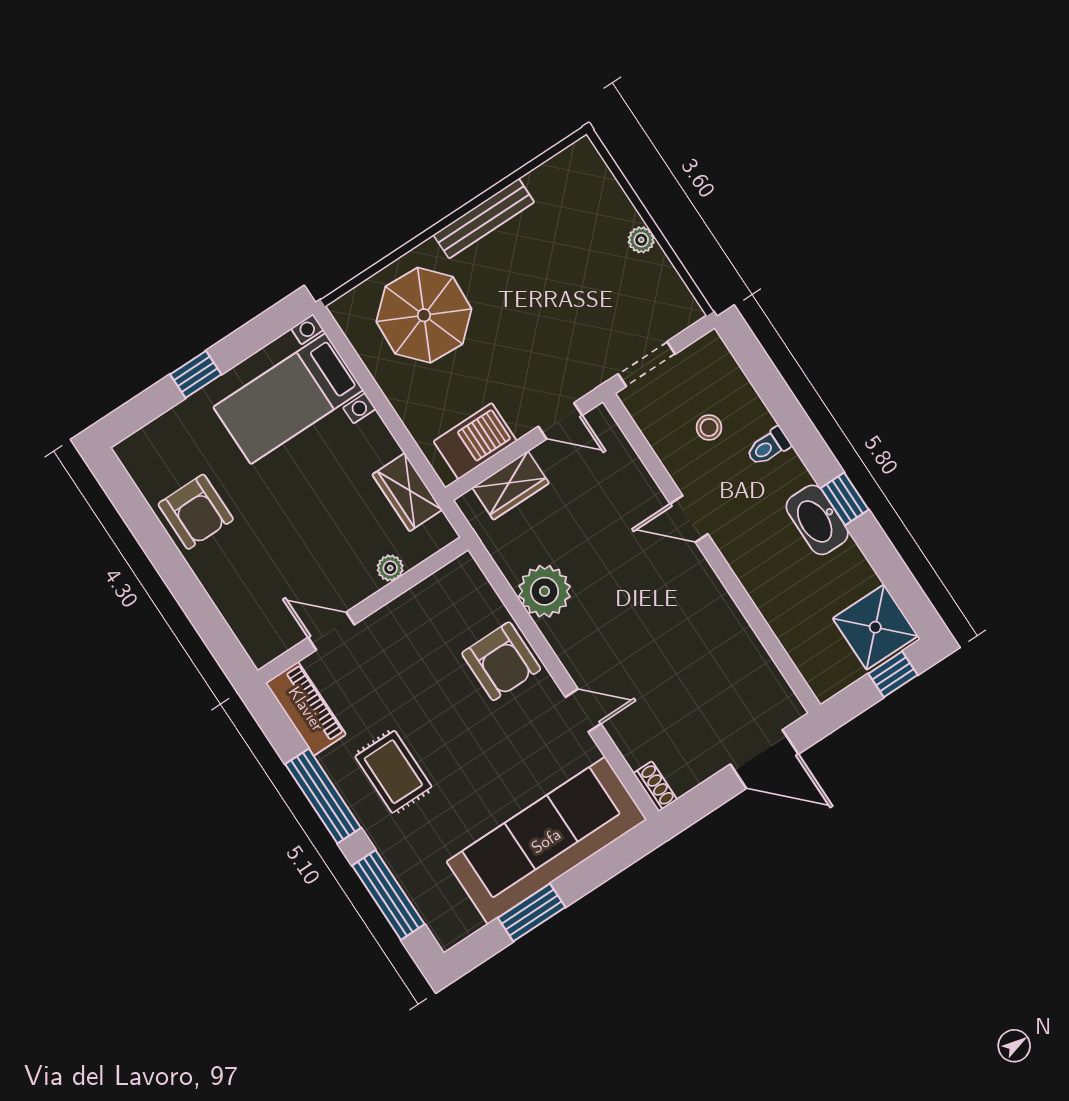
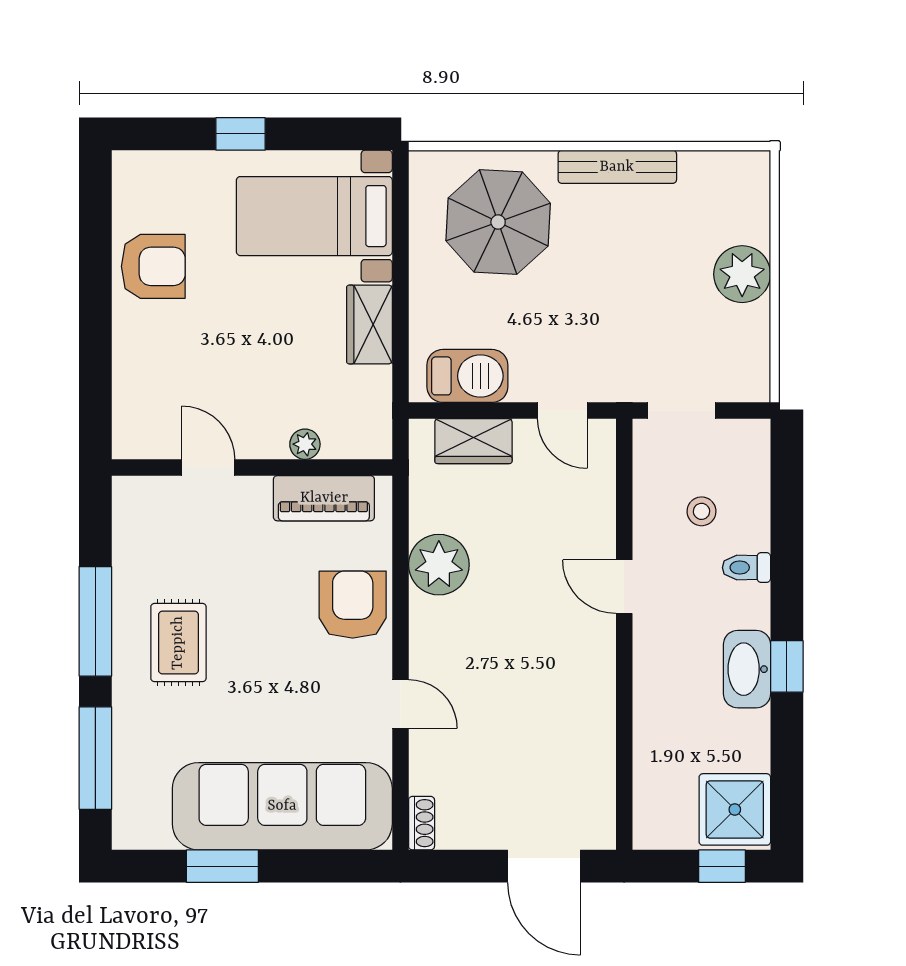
plant: (641, 240) -> (742, 274), width x1.87, depth x1.87
wardrobe: (407, 492) -> (369, 324), moved
armchair: (196, 512) -> (153, 266), turned -90
armchair: (501, 661) -> (353, 605), turned 180
piano: (306, 709) -> (324, 498), moved, turned 90

